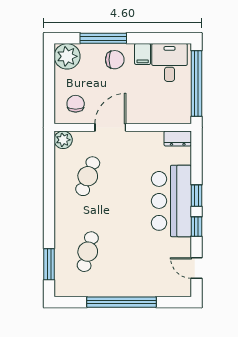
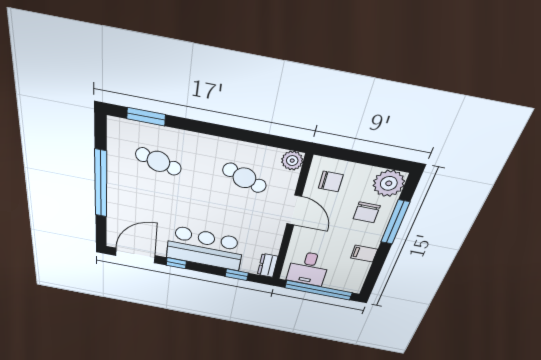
chair: (115, 60) -> (367, 212), moved
desk: (170, 62) -> (308, 269), moved, turned 90
window: (196, 196) -> (237, 275), moved
door: (196, 268) -> (135, 255), width x1.88

